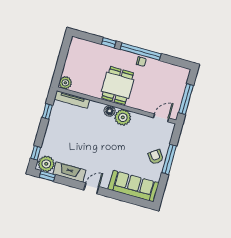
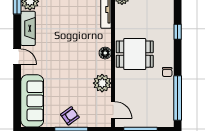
window: (141, 52) -> (178, 98), moved
plant: (123, 117) -> (102, 83), moved

